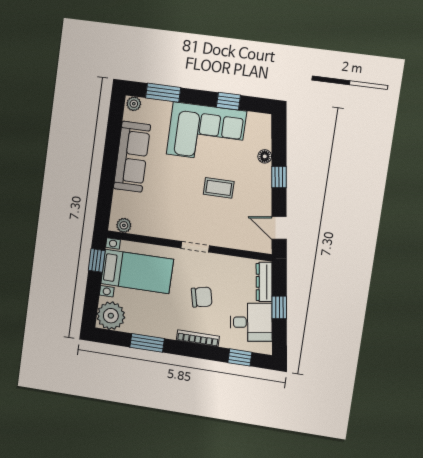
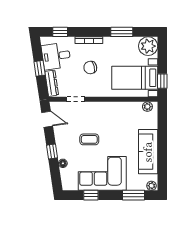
doorway: (195, 247) -> (75, 99), moved

